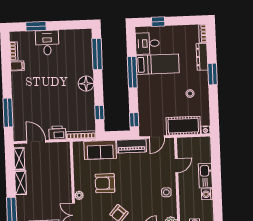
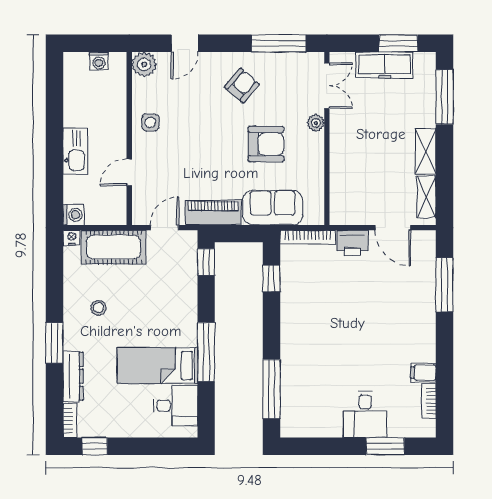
window: (158, 22) -> (95, 446), moved
floor lamp: (86, 84) -> (295, 334), removed
washing machine: (207, 194) -> (73, 215), moved

